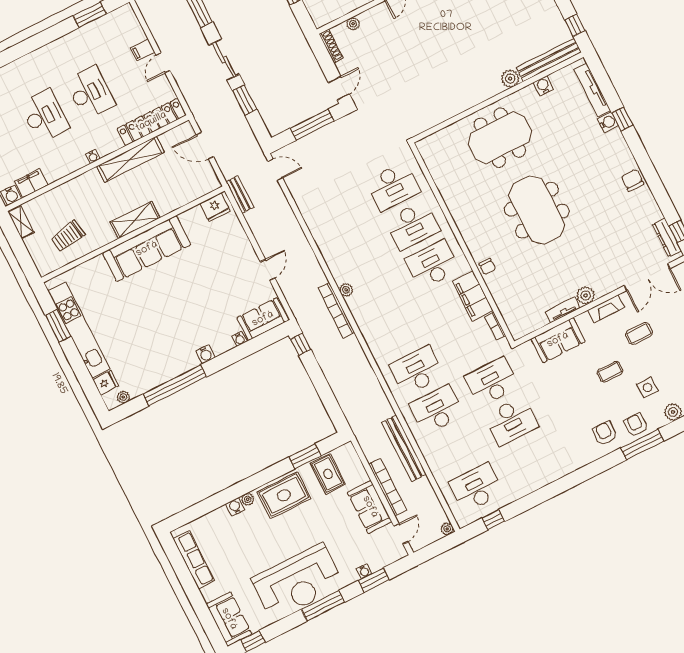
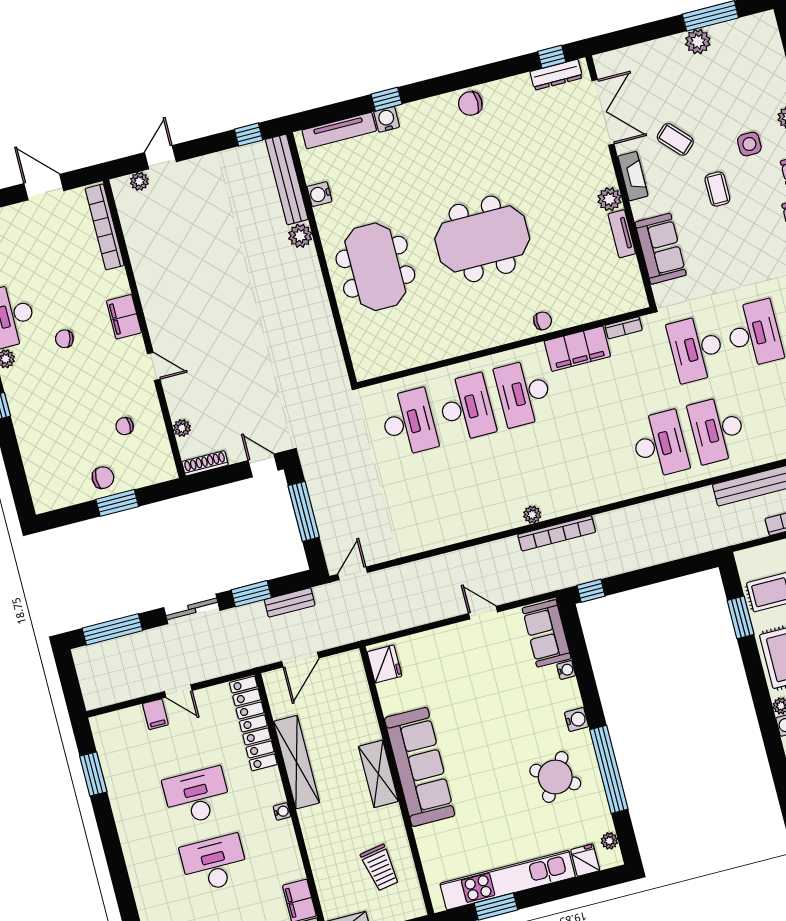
bench: (240, 194) -> (290, 602), moved
coffee table: (639, 333) -> (675, 139), turned -43
round table: (161, 348) -> (555, 777), added
desk: (417, 371) -> (660, 444), turned 180

